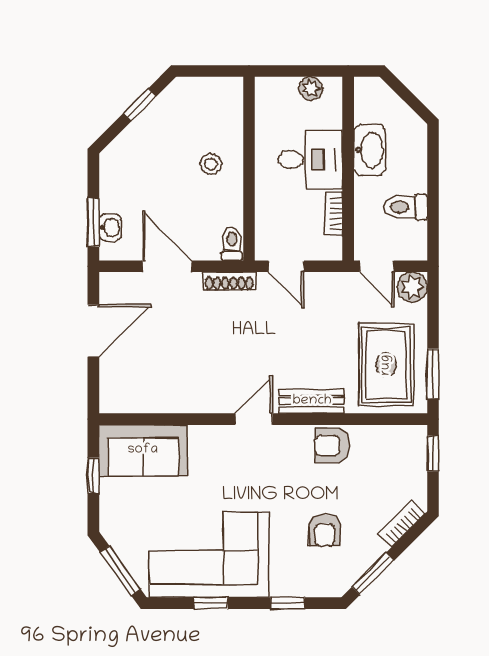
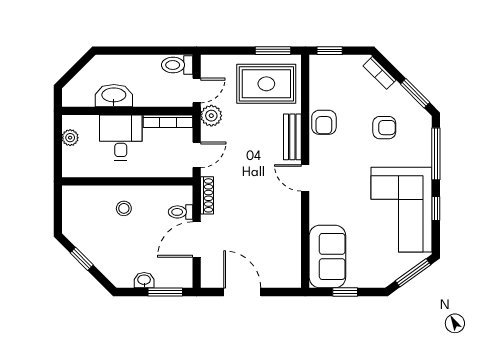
toilet: (405, 207) -> (177, 65), moved, turned 90
bookcase: (334, 214) -> (168, 121), width x1.56
washbasin: (110, 227) -> (144, 280), moved
toilet: (232, 244) -> (180, 212), moved
plant: (412, 287) -> (211, 116), moved
window: (288, 603) -> (436, 154), width x2.17

